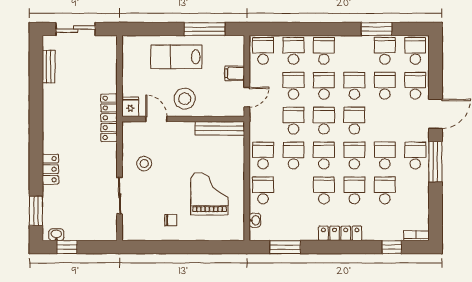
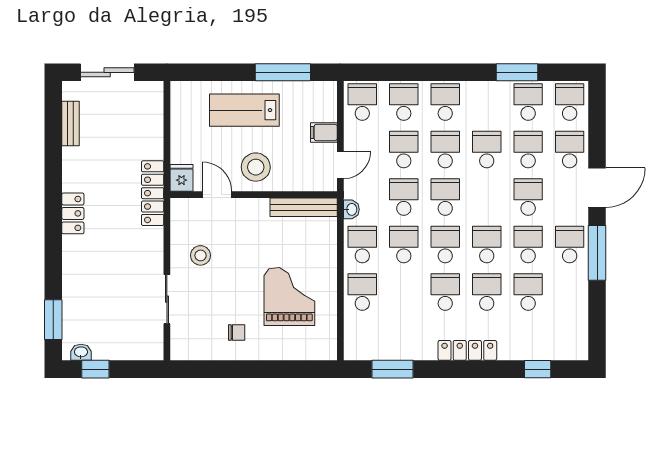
school desk: (354, 121) -> (528, 197), moved
locker: (50, 169) -> (73, 213), moved
washbasin: (255, 220) -> (351, 209), moved
bookcase: (416, 236) -> (571, 354), removed

